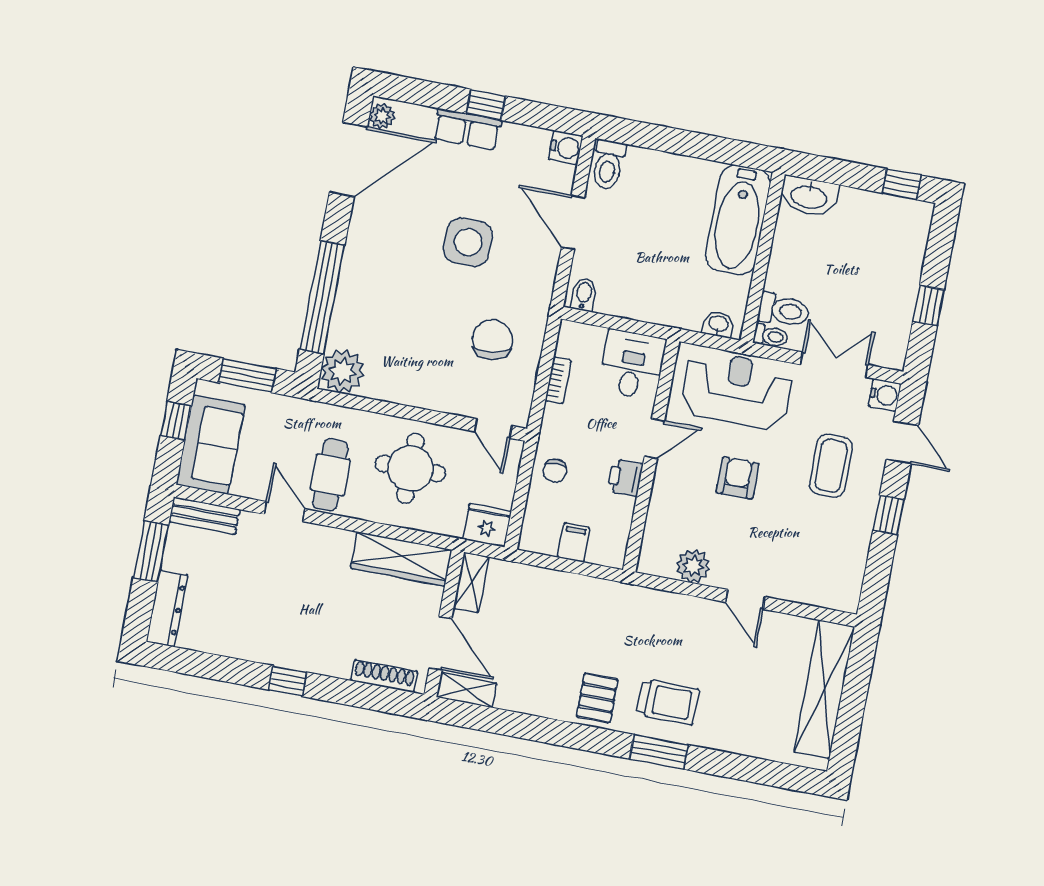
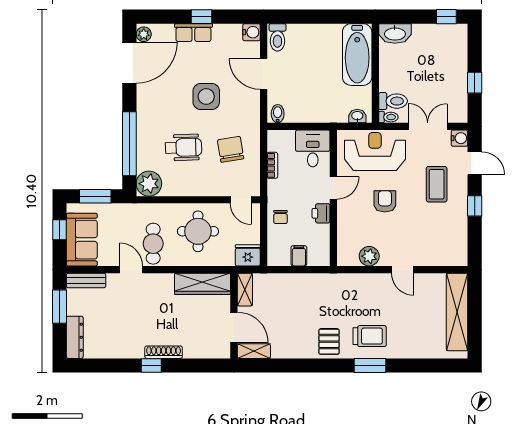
wheelchair: (413, 321) -> (183, 147), added
shoe rack: (384, 676) -> (164, 352), moved

